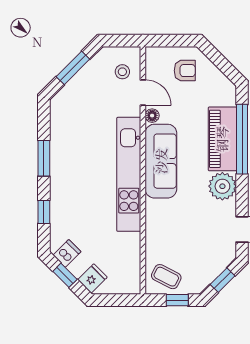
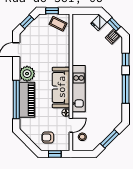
window: (172, 41) -> (55, 154), added
door: (143, 93) -> (71, 125), swing flipped
window: (44, 158) -> (126, 89), width x1.44
kitchen unit: (129, 174) -> (79, 89), width x0.73

